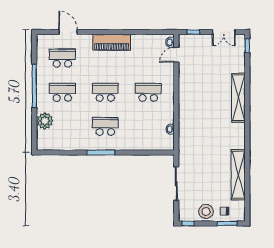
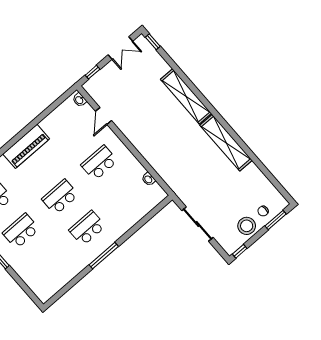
door: (176, 55) -> (103, 116), moved
plant: (45, 121) -> (27, 271), removed
shelving: (238, 175) -> (226, 143), moved

